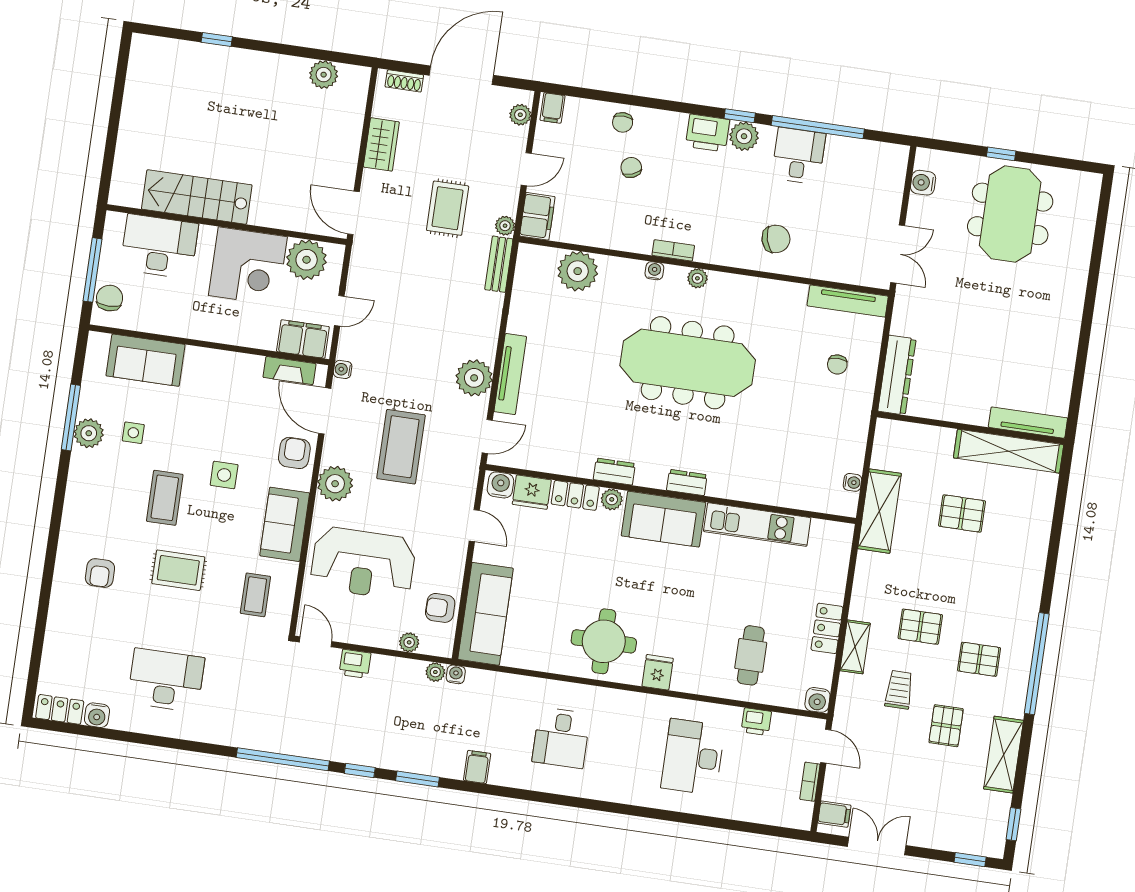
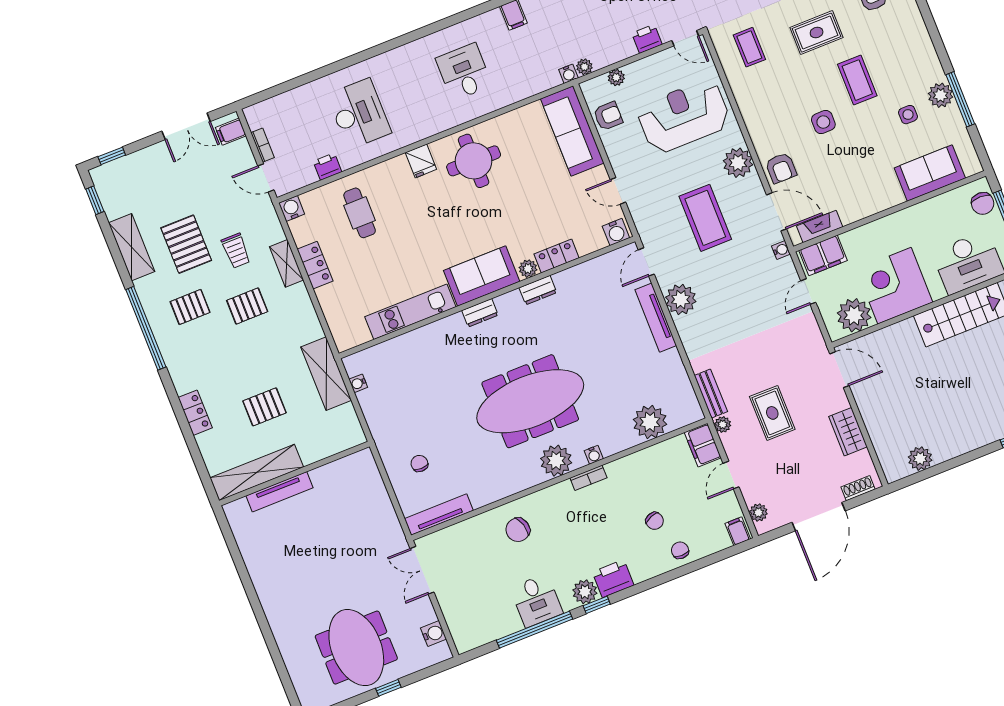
plant: (697, 278) -> (556, 461), width x1.88, depth x1.88
dresser: (897, 375) -> (371, 481), removed
tv unit: (1028, 423) -> (280, 492), moved
fridge: (532, 492) -> (590, 240), removed
sofa: (285, 524) -> (758, 111), removed
locker: (1036, 548) -> (195, 413), added
pallet: (946, 726) -> (186, 244), width x1.50, depth x1.42

